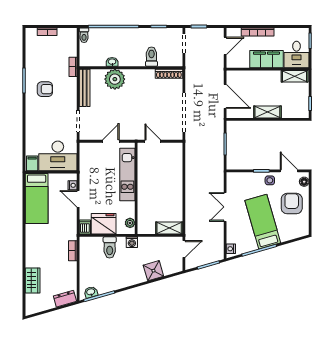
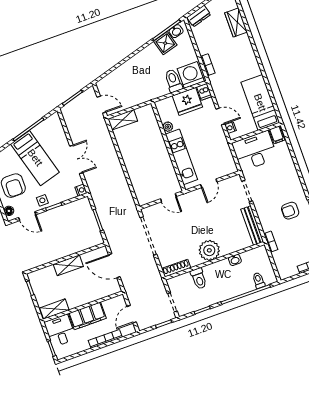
toilet: (84, 35) -> (259, 280), moved
plant: (115, 79) -> (209, 250), moved
plant: (130, 223) -> (168, 127), moved
washing machine: (132, 242) -> (191, 75), moved, width x1.89, depth x1.89
door: (184, 249) -> (101, 105), swing flipped
nightstand: (231, 249) -> (81, 190), moved
shower: (153, 271) -> (165, 43), moved

